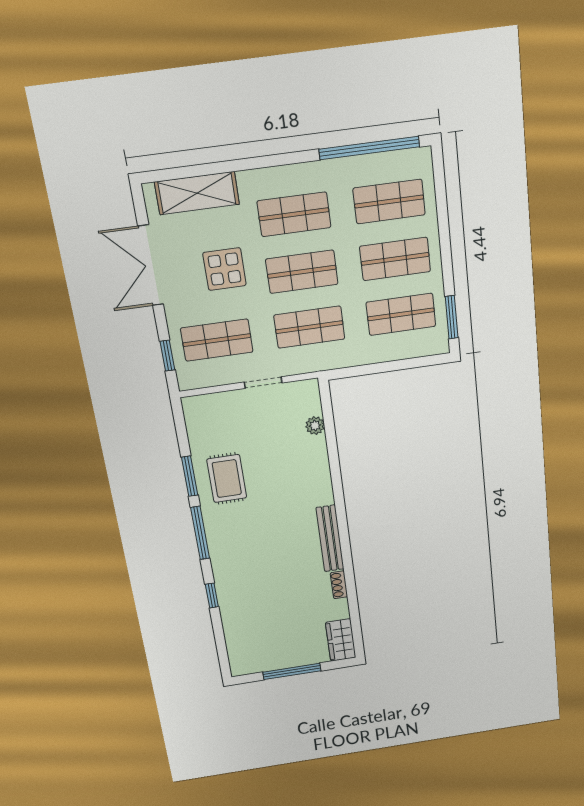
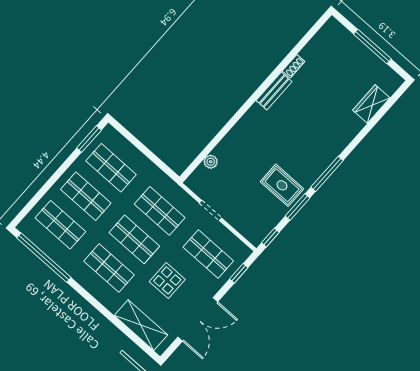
rug: (227, 479) -> (282, 185), turned 90
bench: (330, 538) -> (274, 91), width x0.73
window: (212, 595) -> (270, 238), moved
wardrobe: (341, 640) -> (371, 104), moved, turned 180

